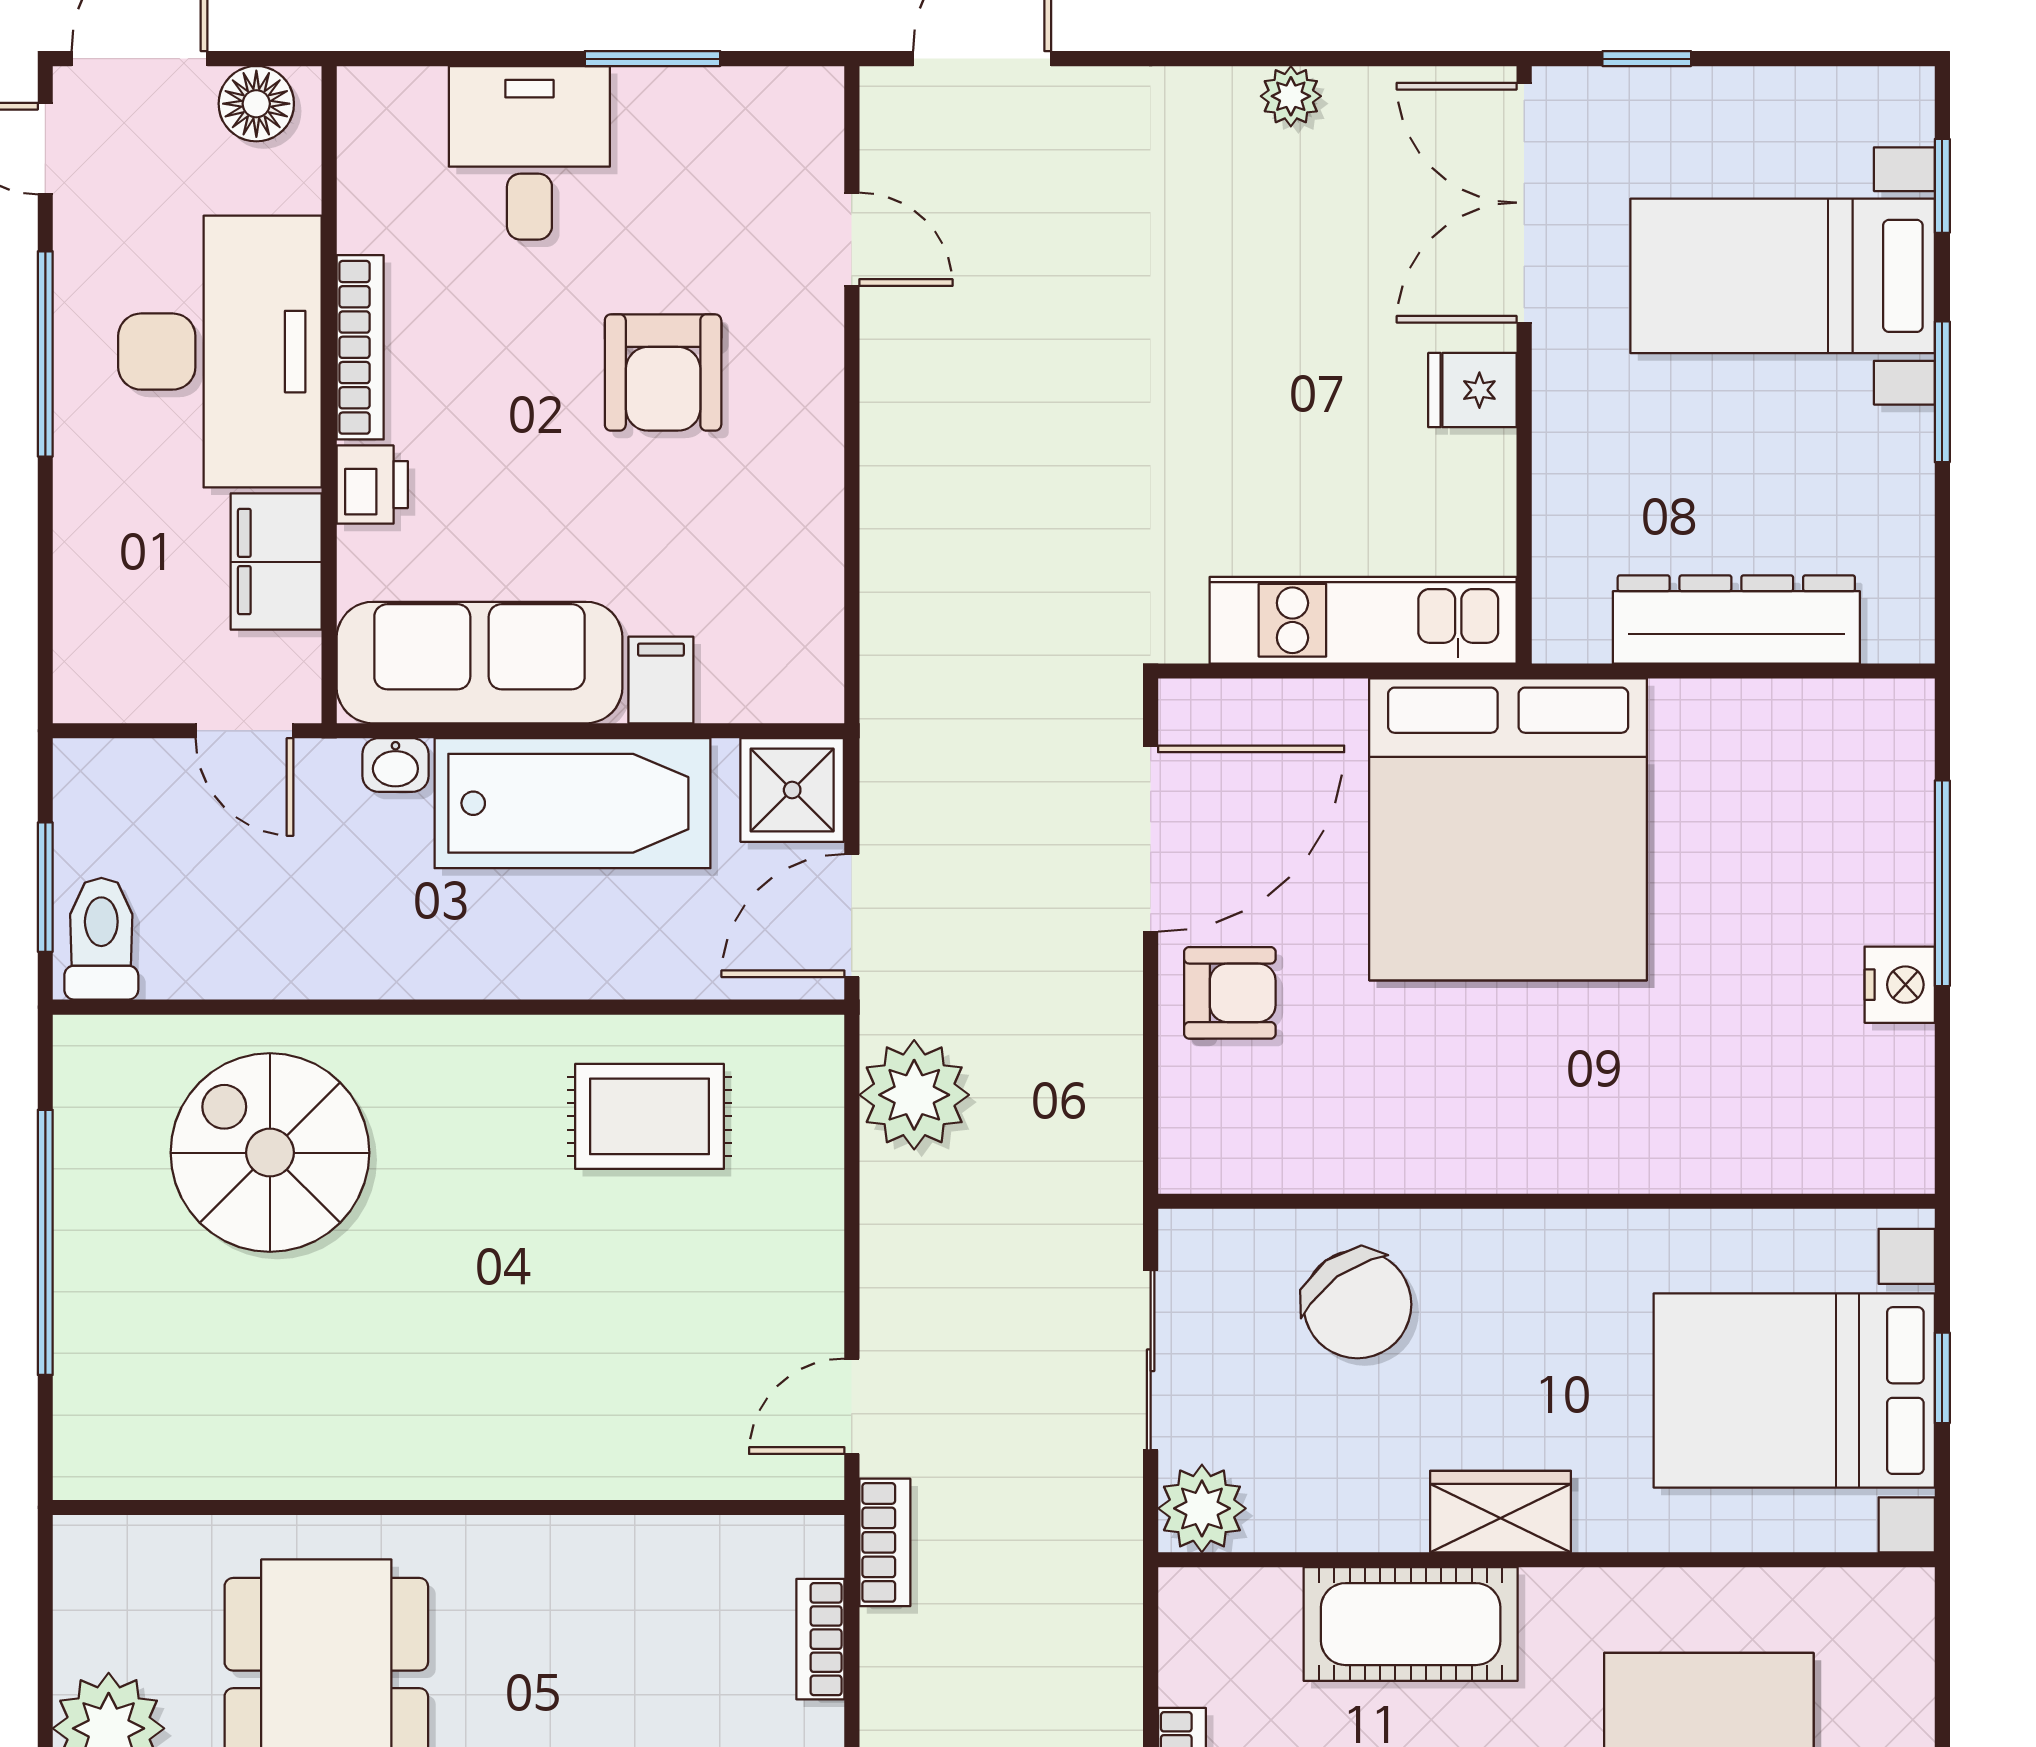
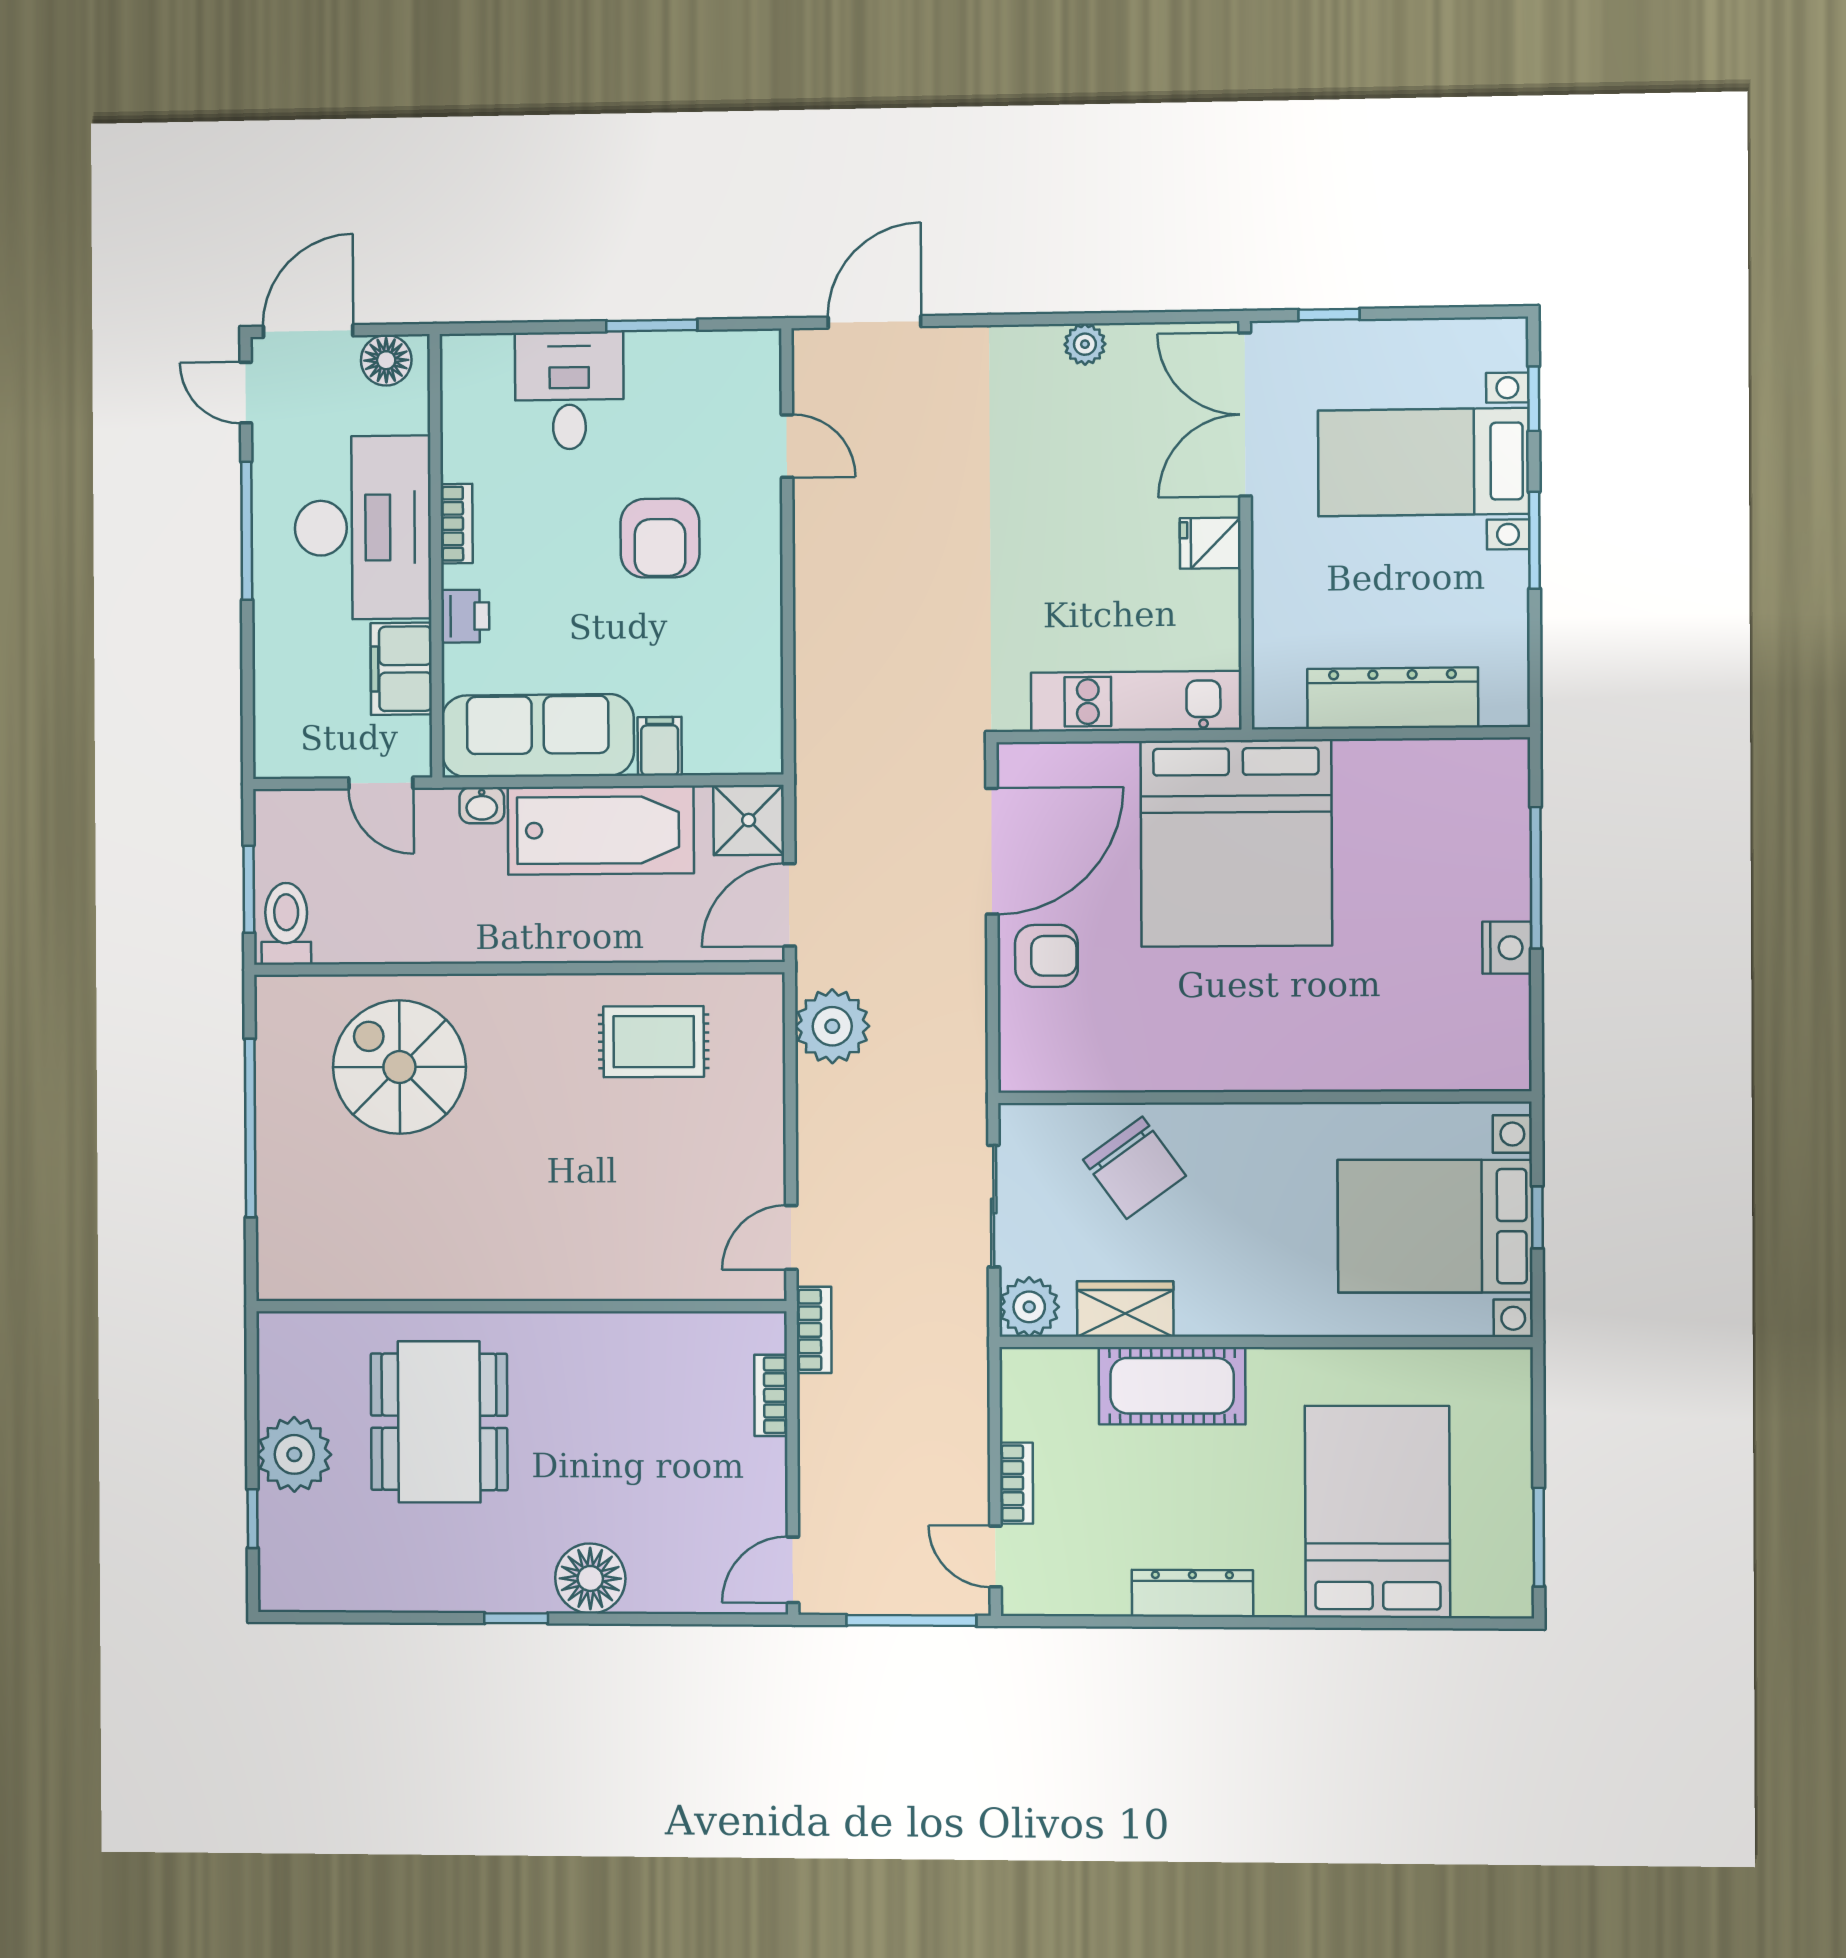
bookcase: (360, 347) -> (457, 524), width x0.64
wardrobe: (1501, 1512) -> (1125, 1309), moved

